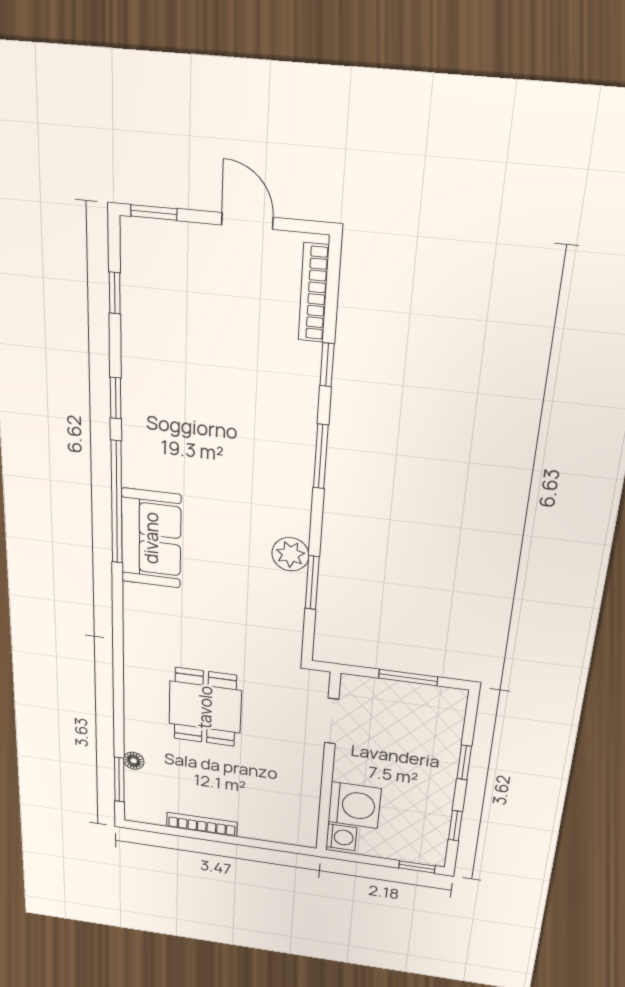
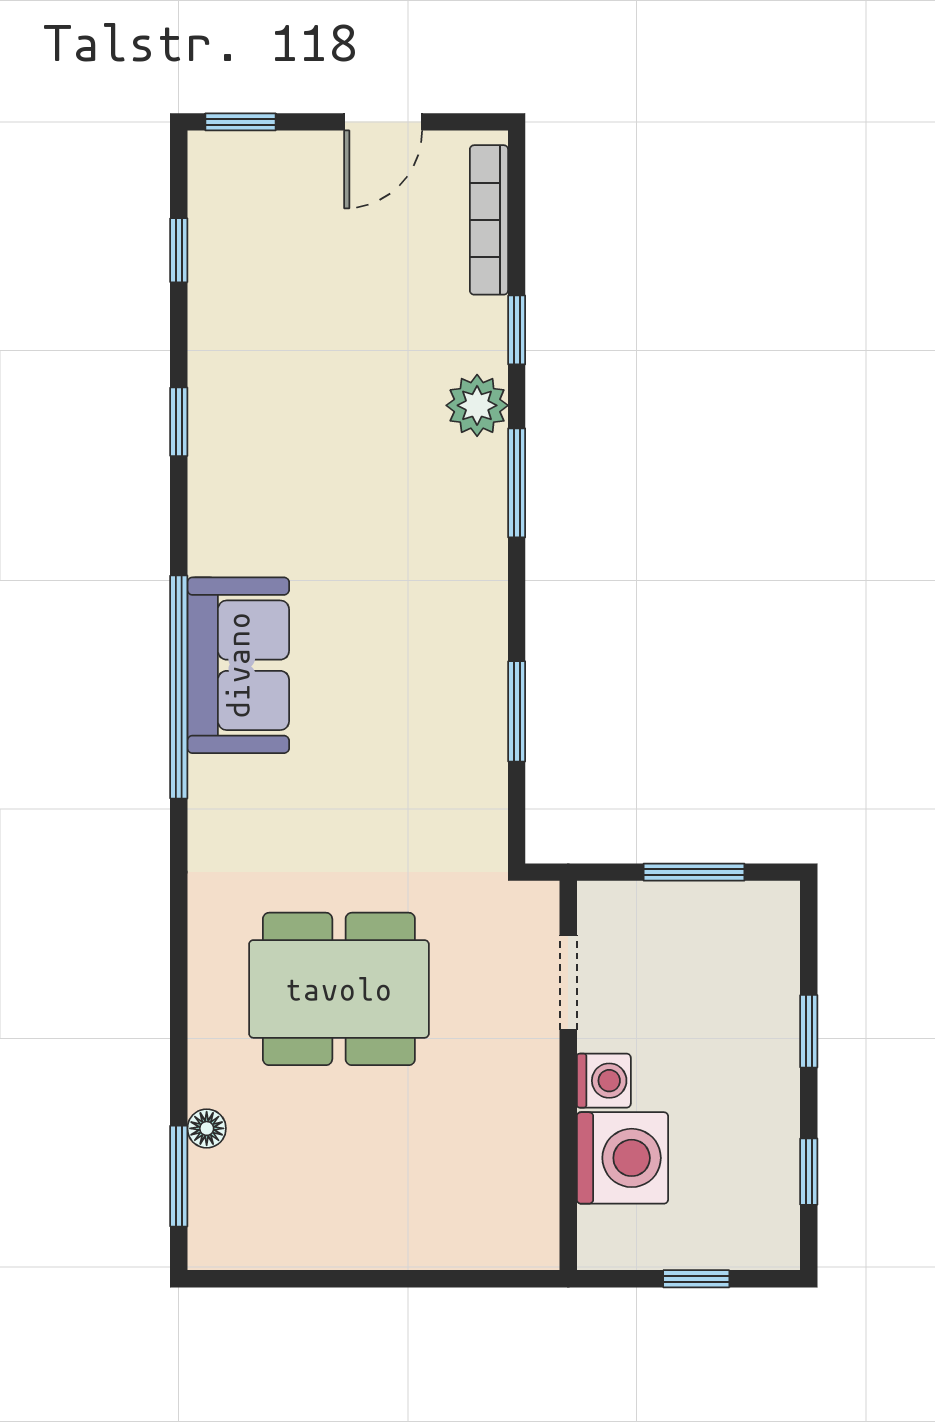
door: (247, 221) -> (383, 122), swing flipped
window: (117, 503) -> (179, 687), moved
plant: (290, 554) -> (477, 405), moved
dining table: (205, 707) -> (339, 989), width x1.38
bookcase: (202, 824) -> (339, 1253), removed
washing machine: (341, 837) -> (604, 1081), moved
window: (417, 867) -> (696, 1279), moved

